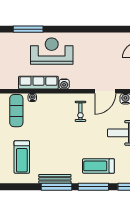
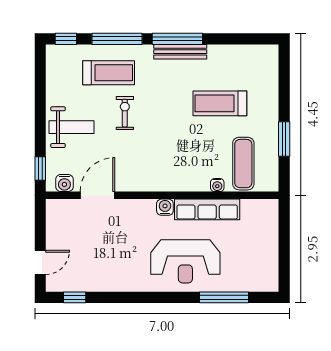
window: (119, 29) -> (75, 297), added
exercise bike: (80, 111) -> (125, 113), moved
treadmill: (22, 157) -> (220, 103), moved, turned -90

